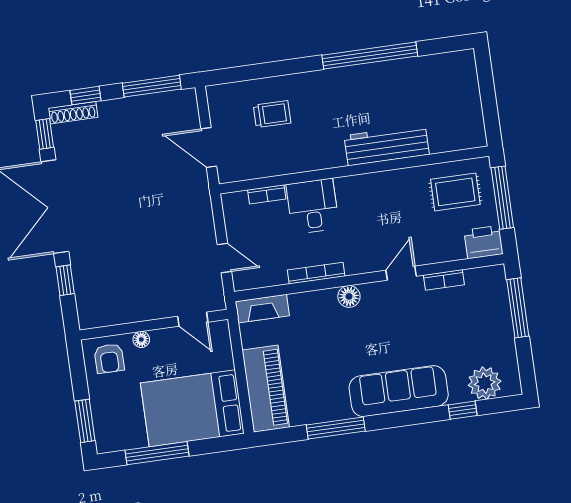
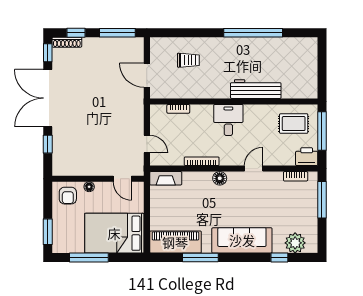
desk: (313, 206) -> (228, 120), moved
bookcase: (444, 280) -> (296, 176), moved
piano: (266, 389) -> (175, 242), moved, turned -90

